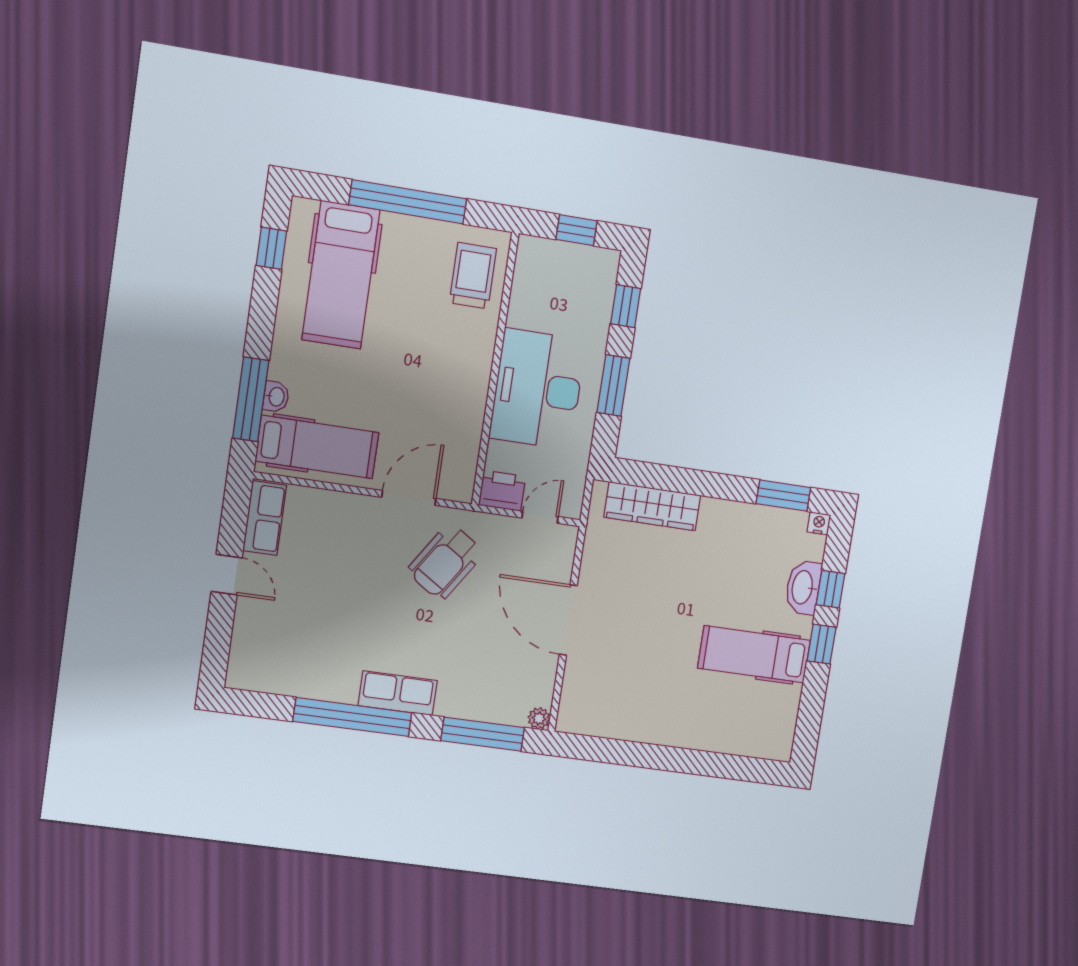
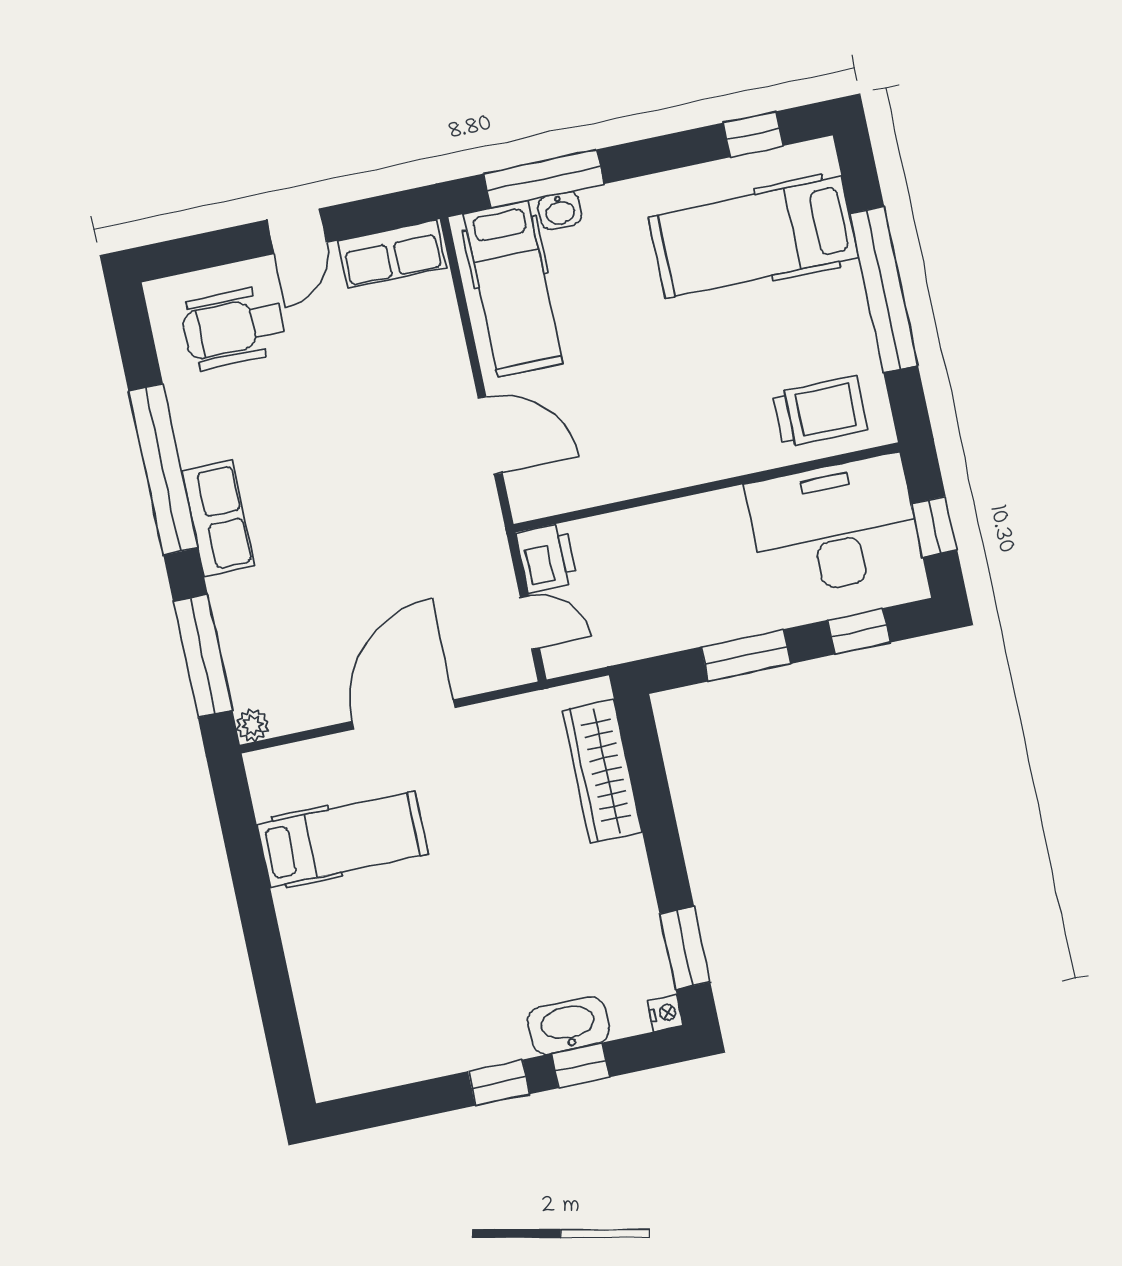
desk: (538, 389) -> (834, 526), moved
wheelchair: (445, 562) -> (234, 327), moved, turned -33
hospital bed: (754, 654) -> (342, 839), moved, turned 90

